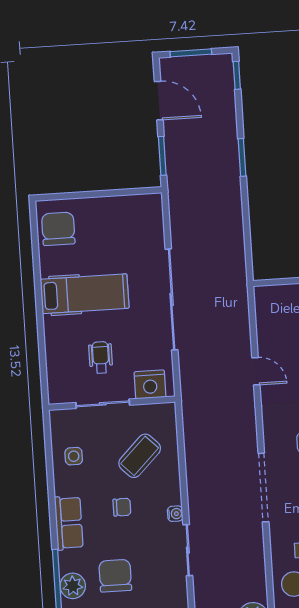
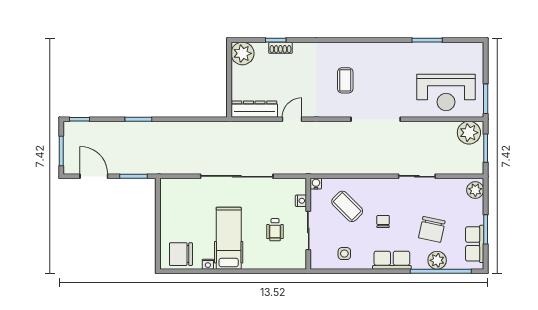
door: (159, 101) -> (94, 176), hinge flipped
nightstand: (47, 267) -> (208, 264), added
dresser: (267, 318) -> (254, 109), added
wheelchair: (101, 358) -> (275, 230), turned -90
nightstand: (150, 384) -> (301, 201), width x0.53, depth x0.56
water cooler: (175, 514) -> (316, 184), moved
chair: (115, 576) -> (432, 229), turned -78

